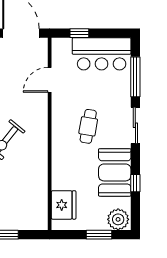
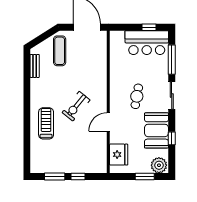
window: (79, 33) -> (149, 27), moved
door: (50, 80) -> (108, 122), moved

